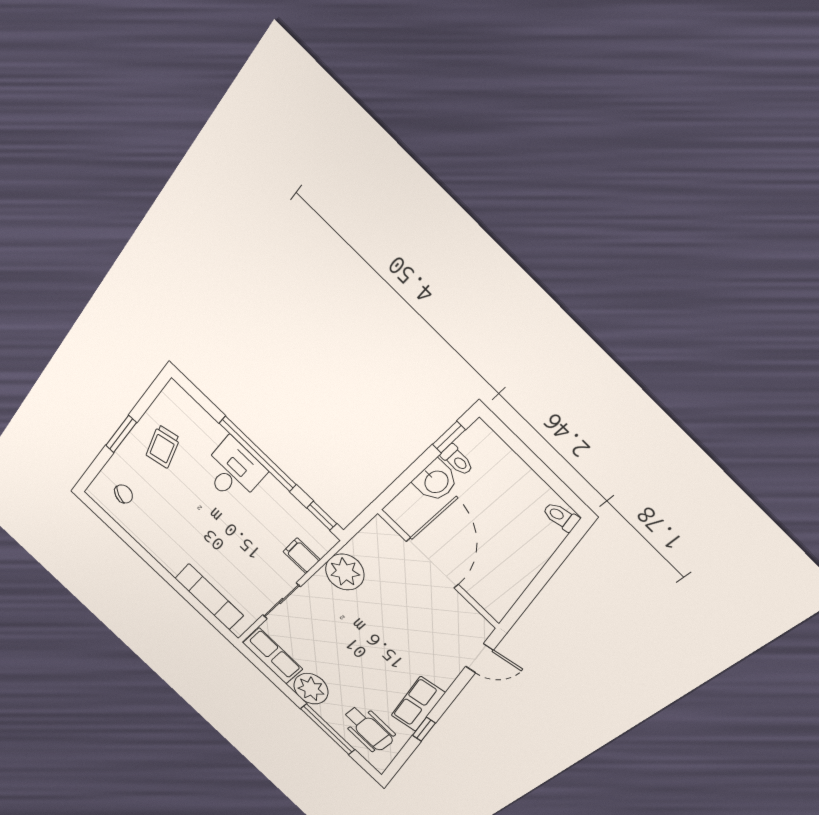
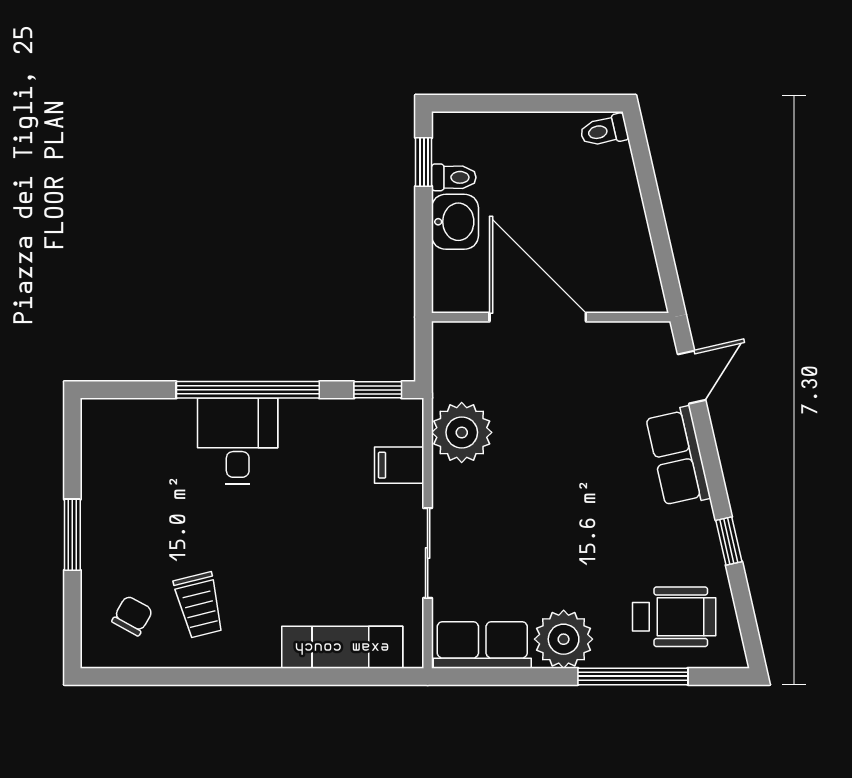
trolley: (163, 447) -> (199, 605), moved
row of seats: (418, 704) -> (678, 457), moved

